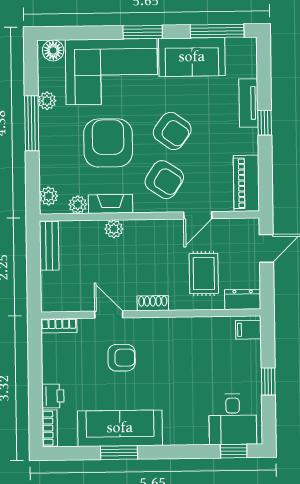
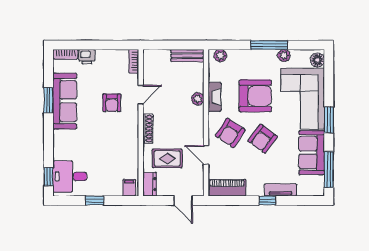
plant: (78, 205) -> (214, 75), removed
shoe rack: (153, 303) -> (148, 129), width x1.43

